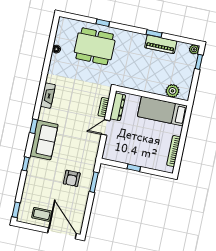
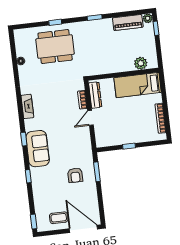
window: (154, 34) -> (95, 18), moved
piano: (161, 44) -> (128, 23), moved

